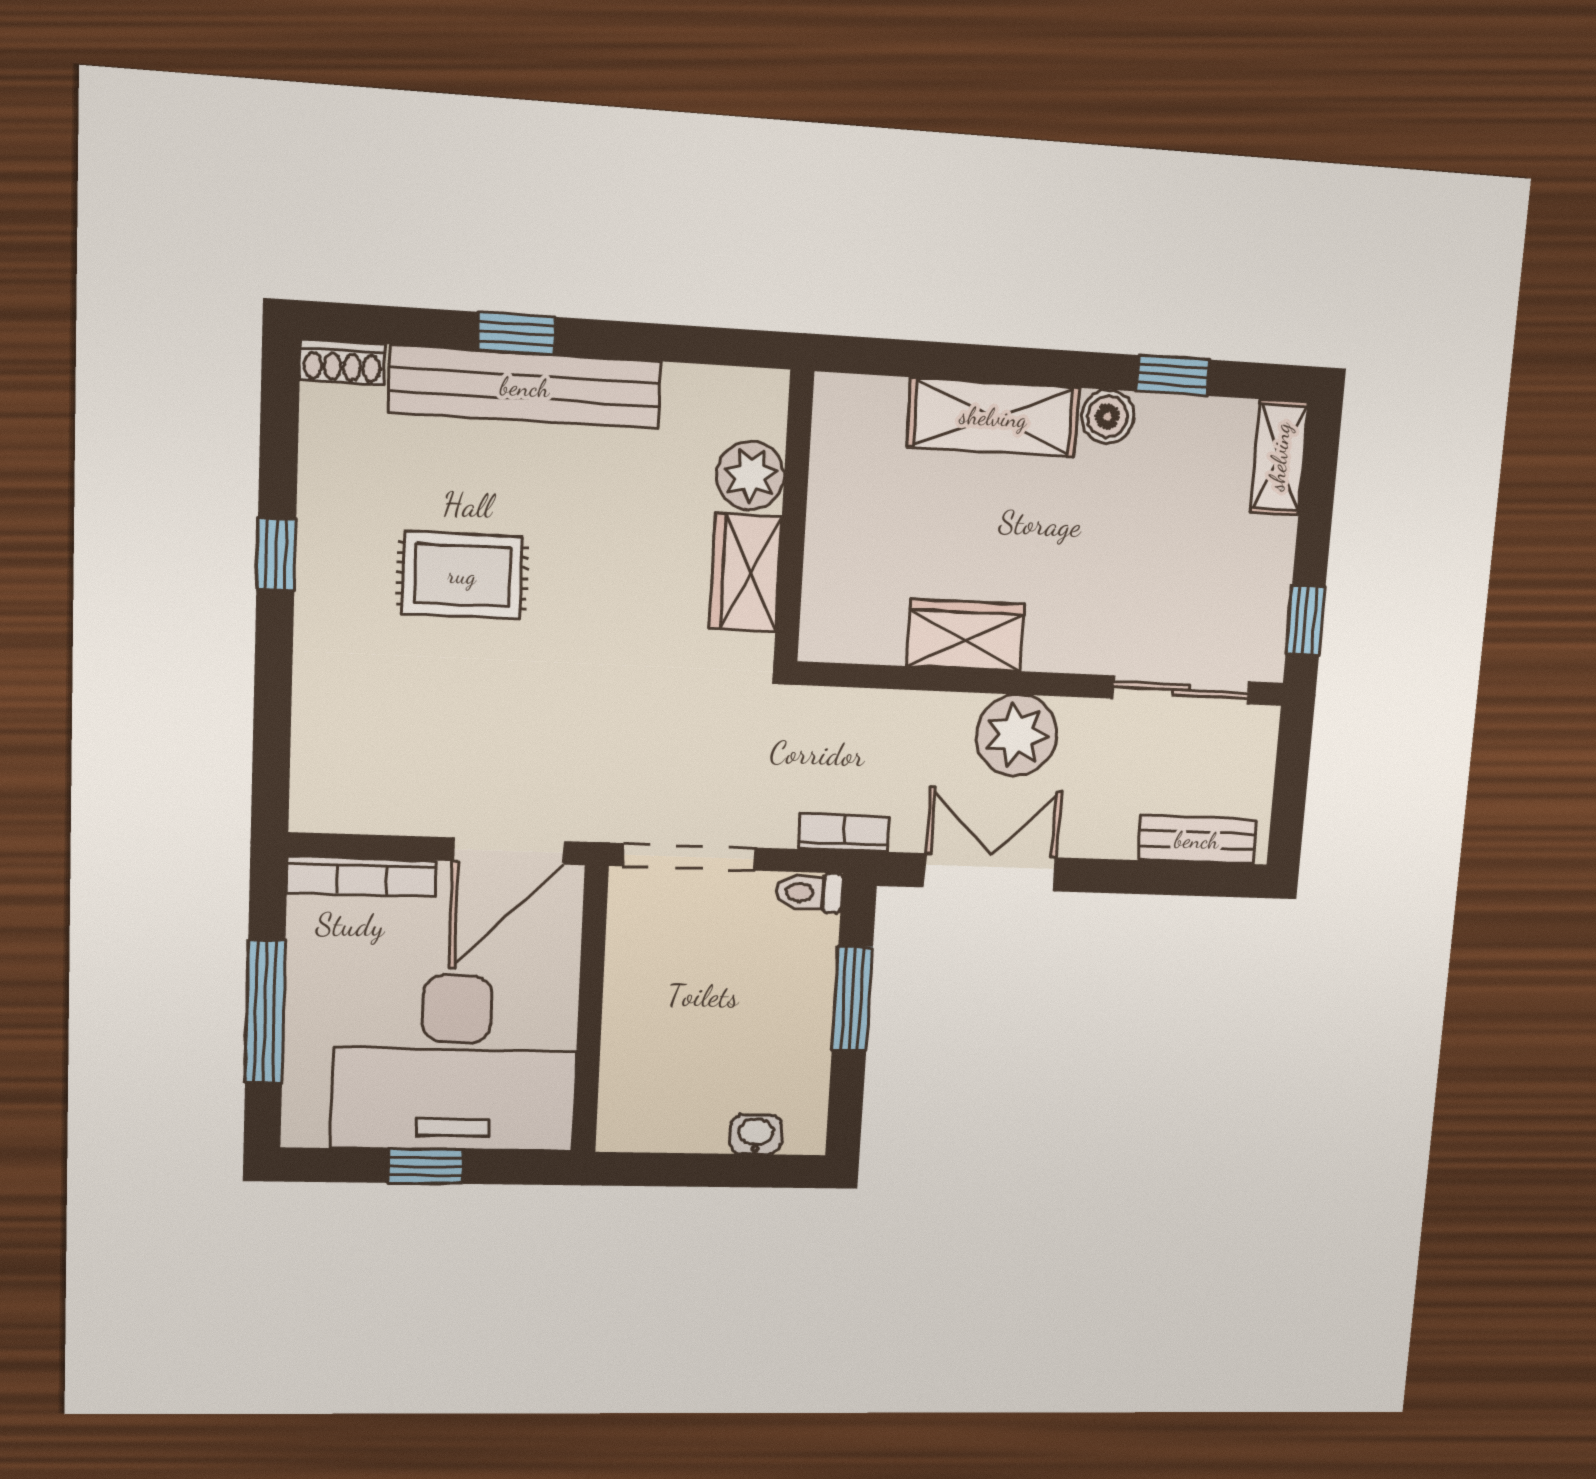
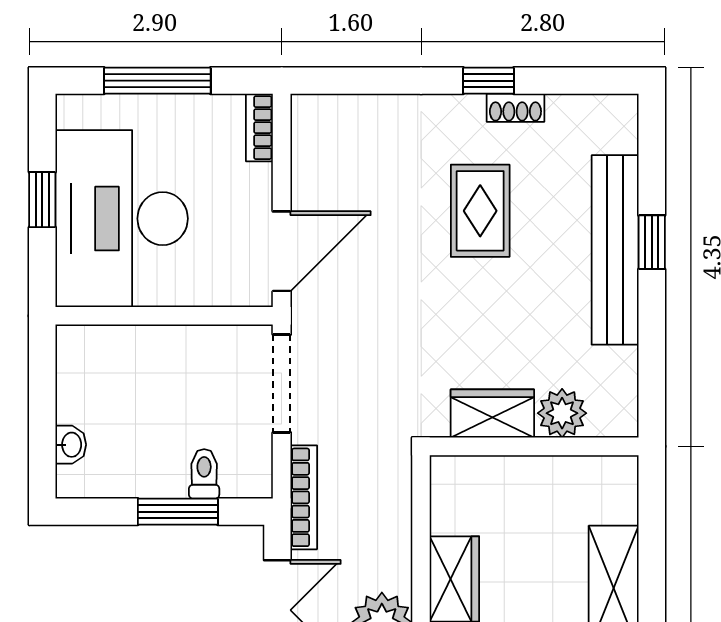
shoe rack: (342, 362) -> (515, 108), moved, turned -90
bookcase: (844, 833) -> (304, 497), width x1.56
door: (509, 851) -> (282, 251), swing flipped
bookcase: (362, 877) -> (259, 128), width x0.64
toilet: (809, 893) -> (204, 474), moved

